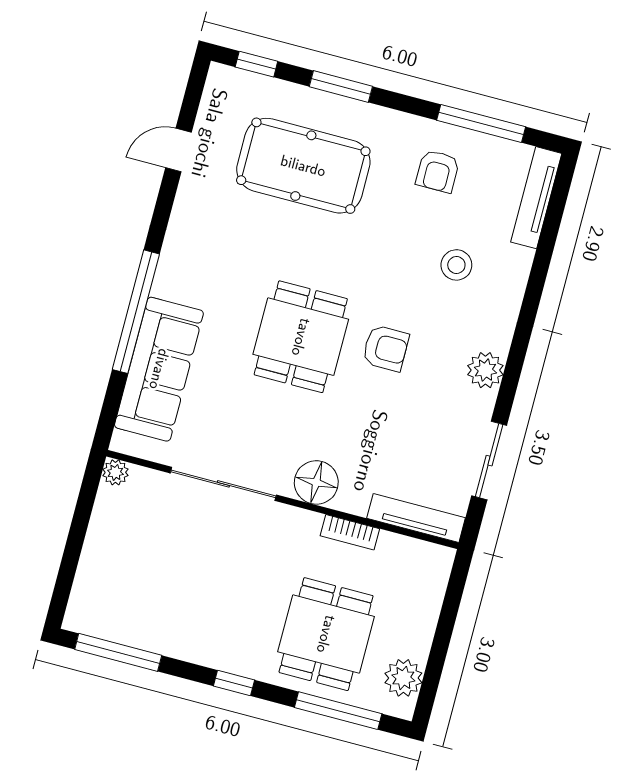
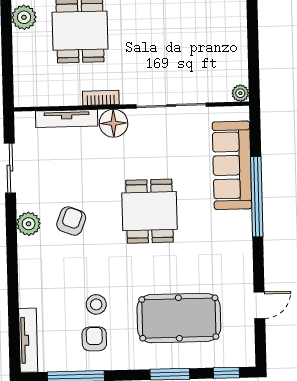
stool: (456, 265) -> (96, 304), moved
armchair: (386, 348) -> (71, 221), moved, turned 111
tv unit: (416, 518) -> (67, 119), moved
bookcase: (350, 532) -> (101, 98), moved

